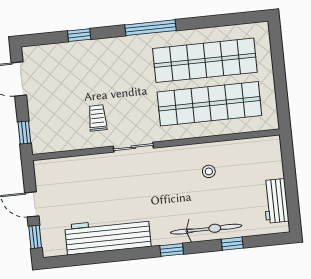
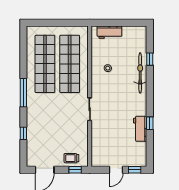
trolley: (97, 118) -> (71, 158), moved
workbench: (276, 201) -> (109, 32), moved
workbench: (108, 236) -> (140, 129), width x0.53, depth x0.76
window: (172, 250) -> (150, 123), moved

